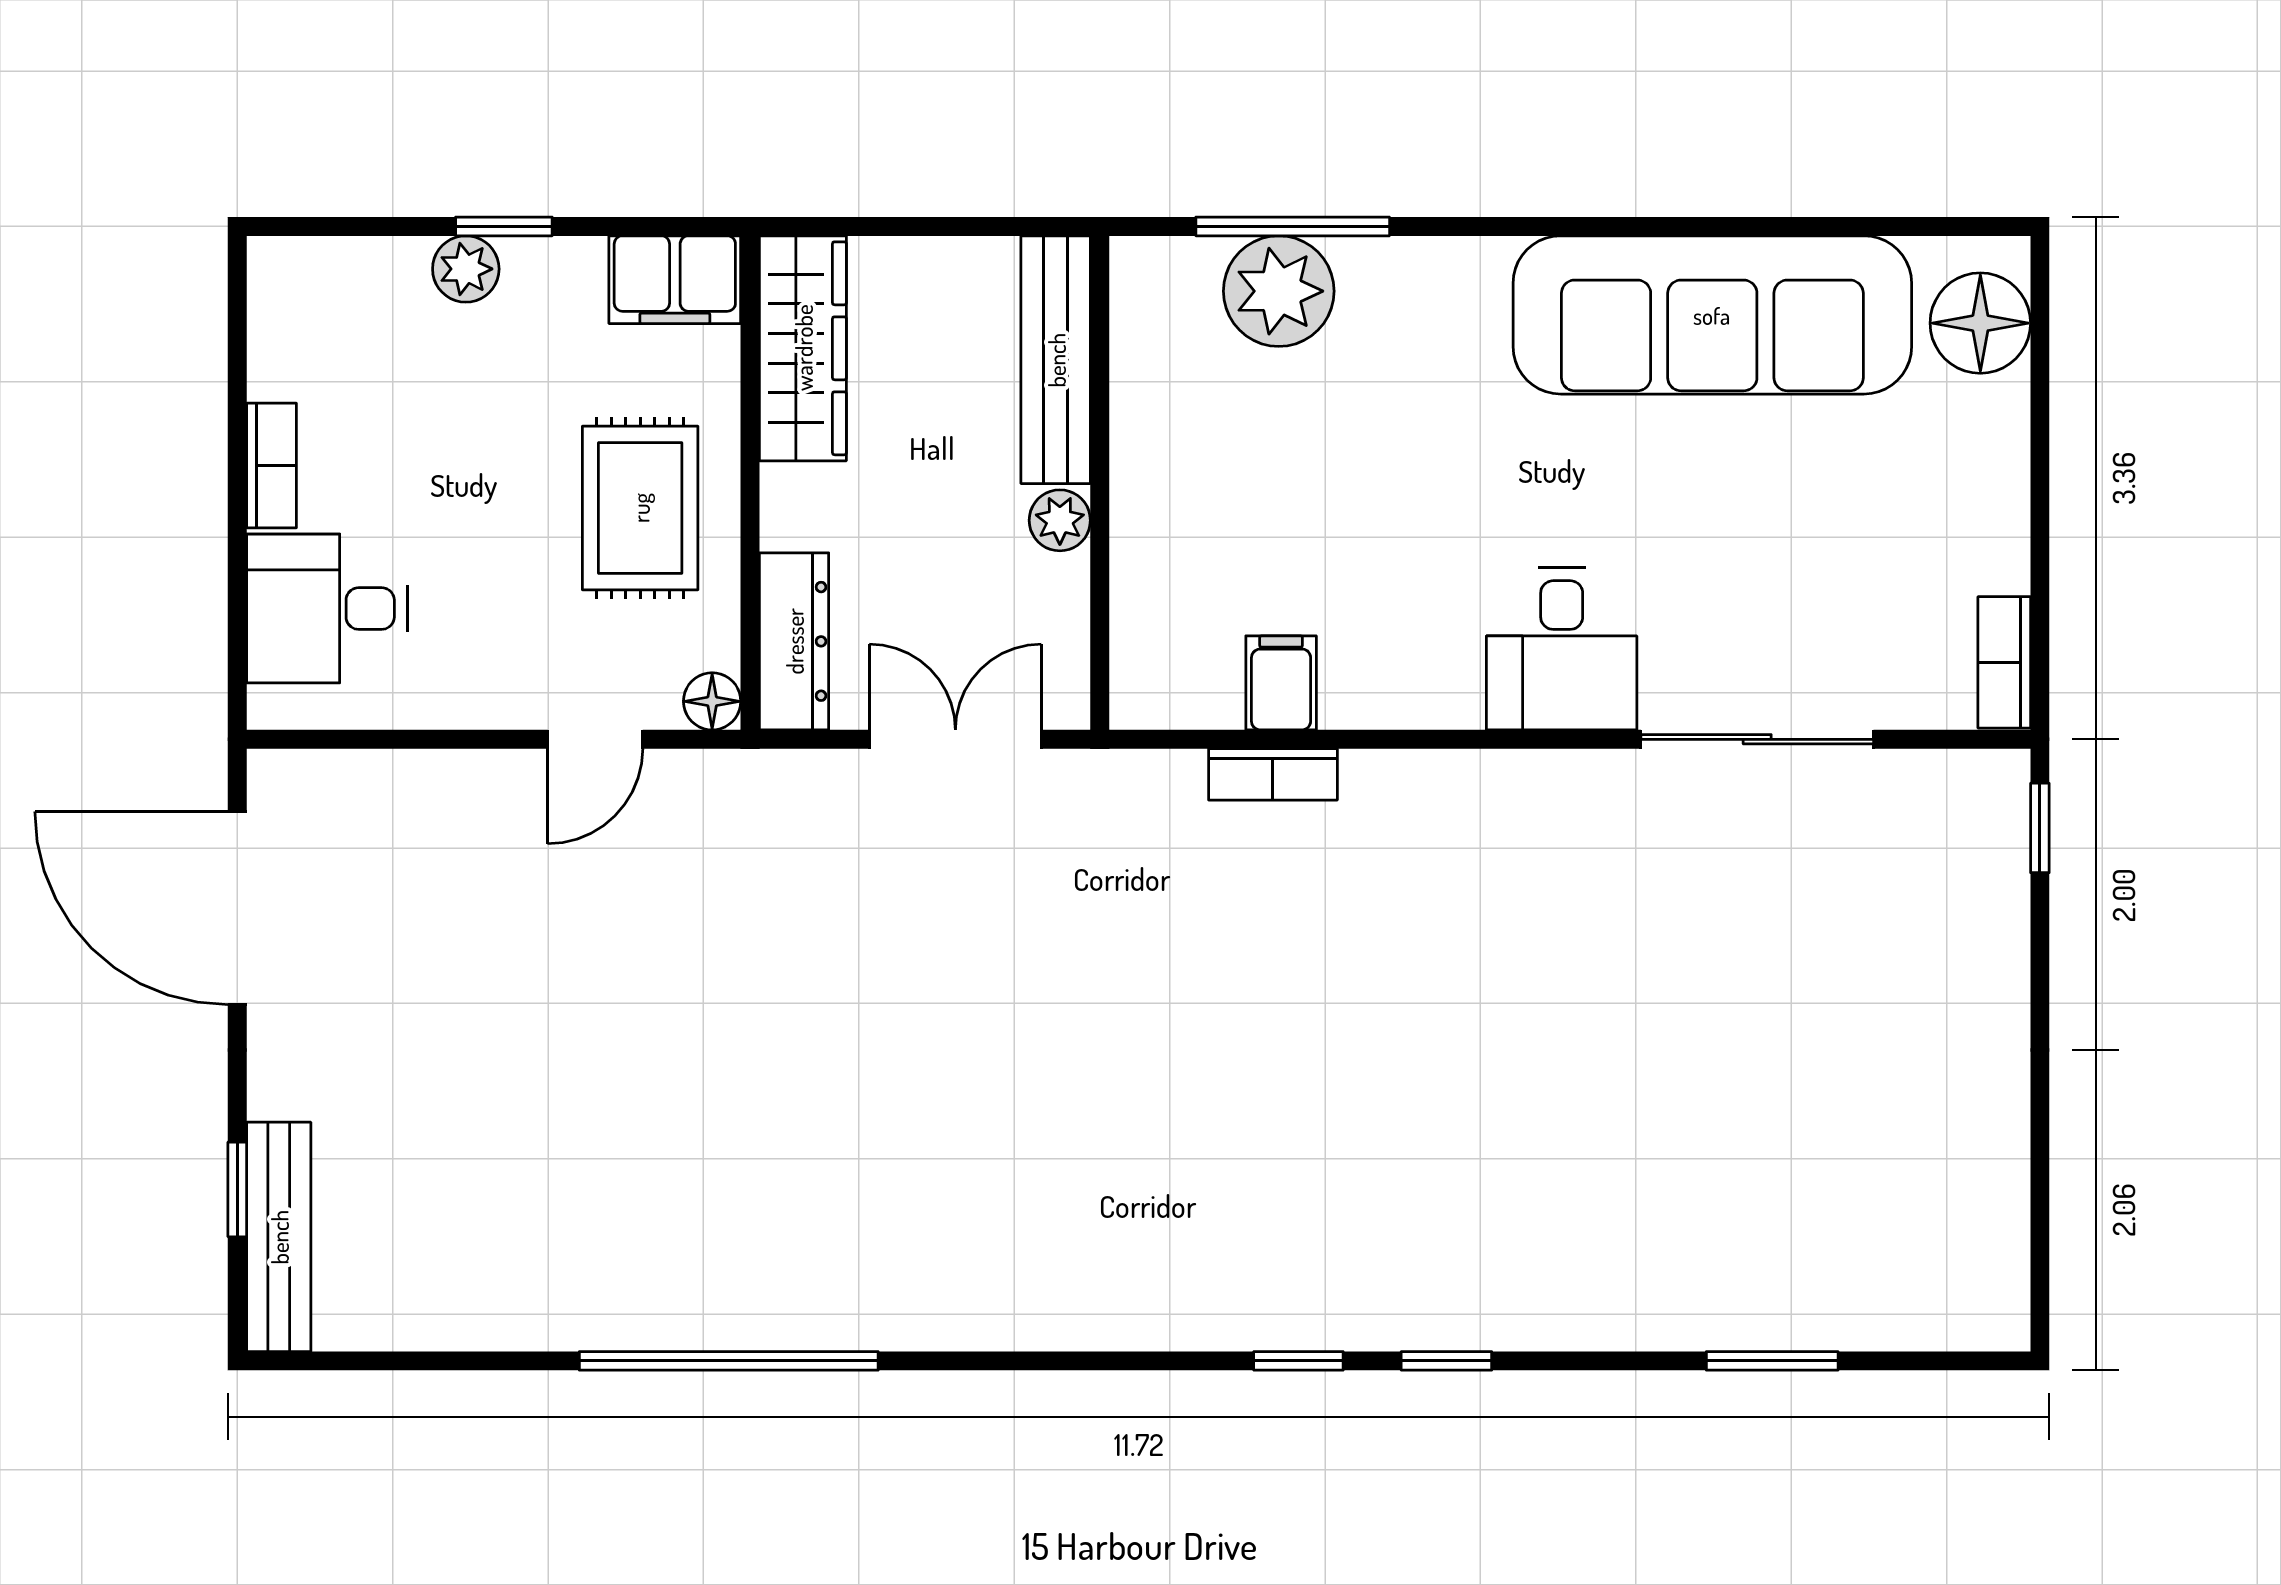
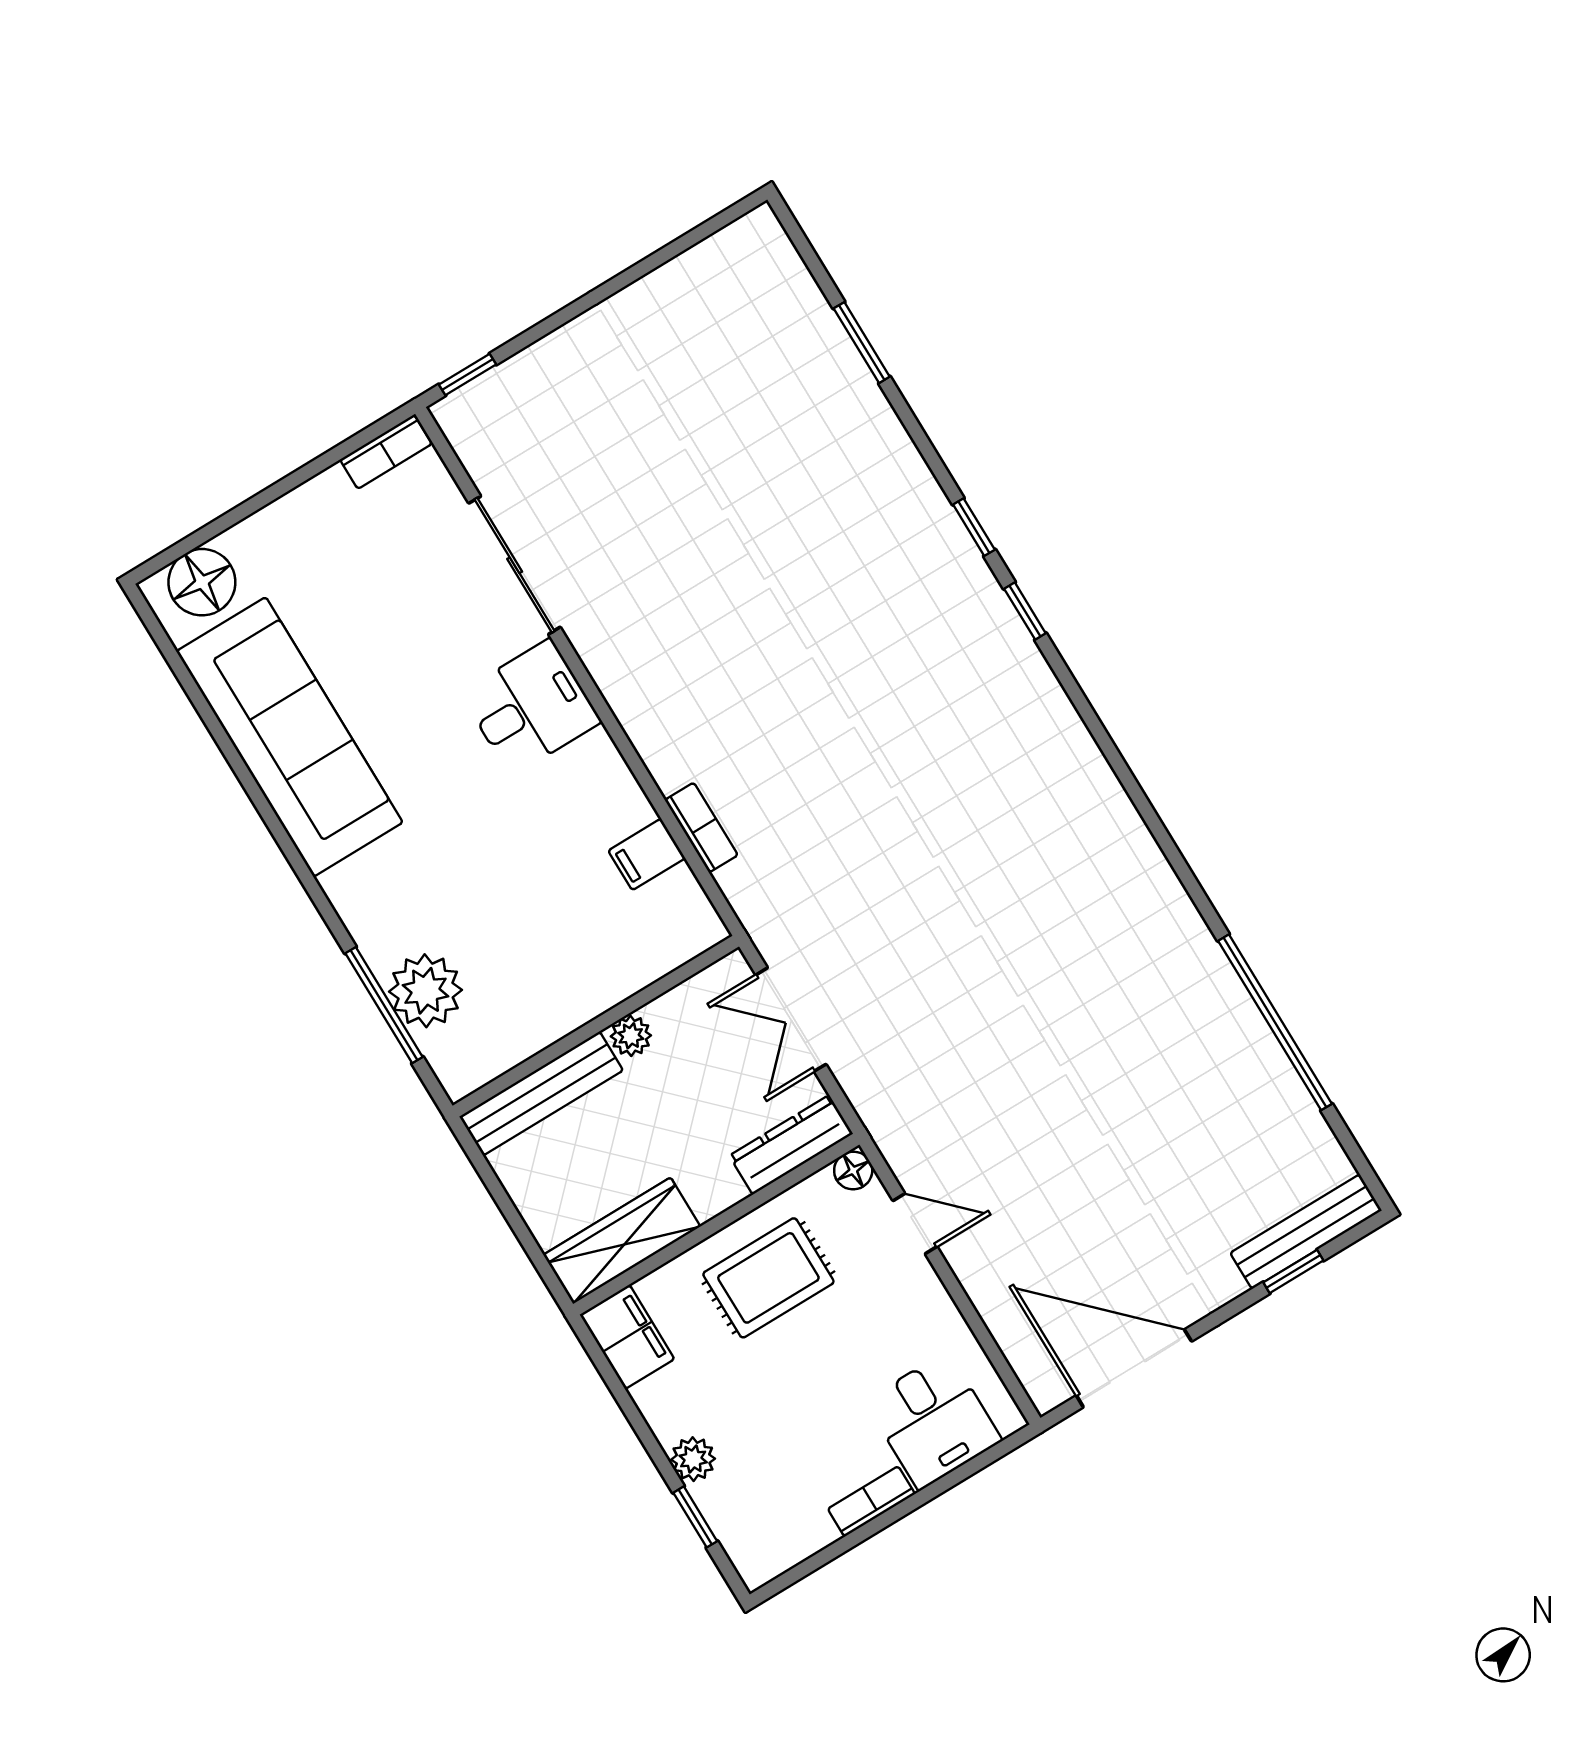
window: (504, 226) -> (695, 1517), moved
door: (237, 908) -> (1134, 1368), swing flipped
window: (729, 1361) -> (1275, 1022), moved

